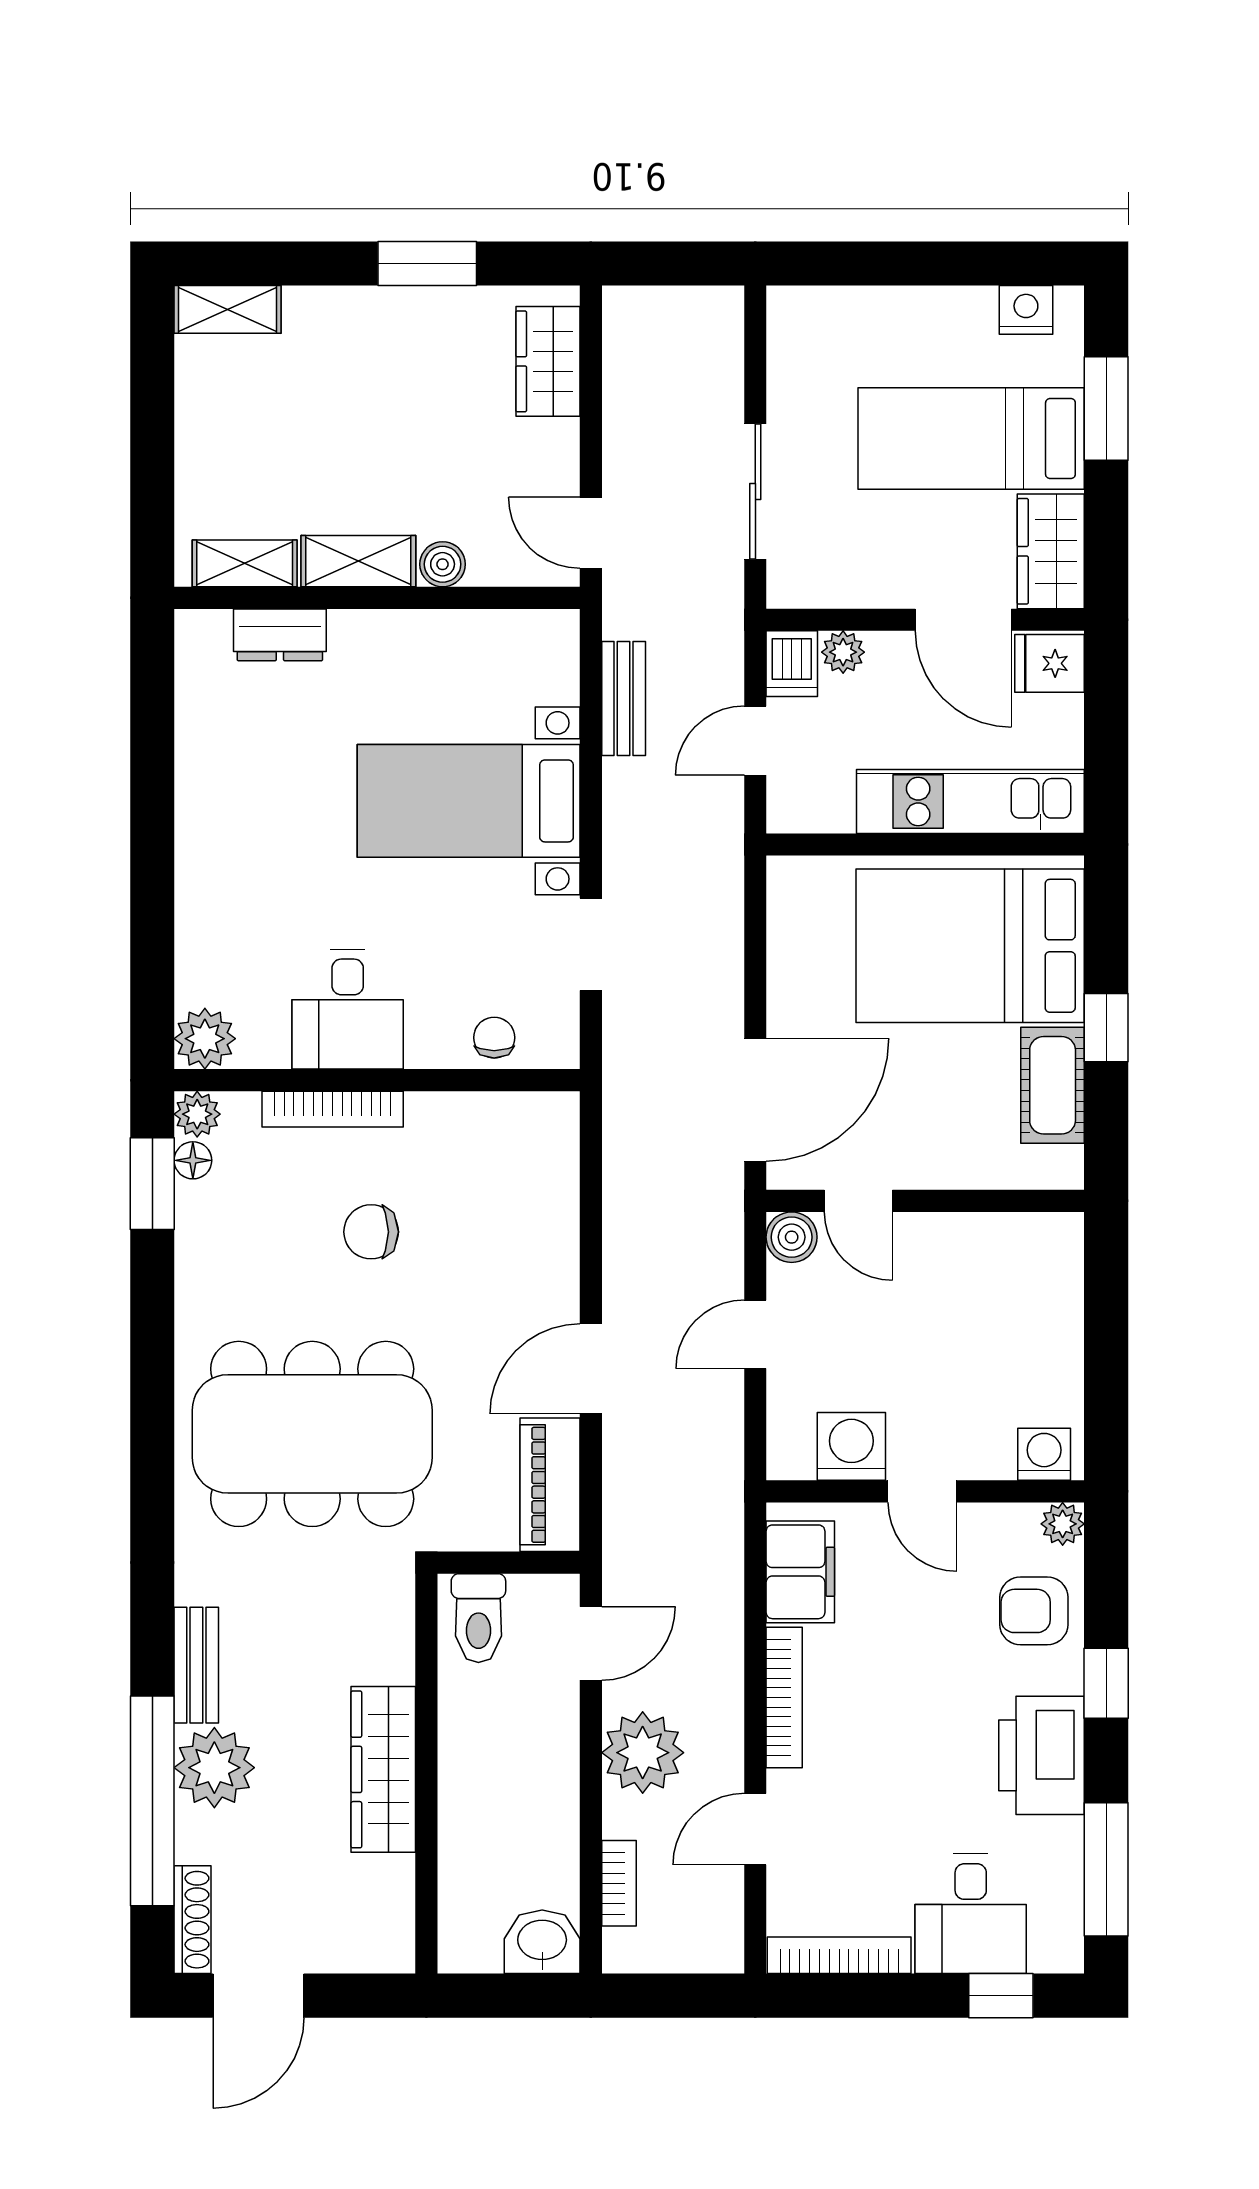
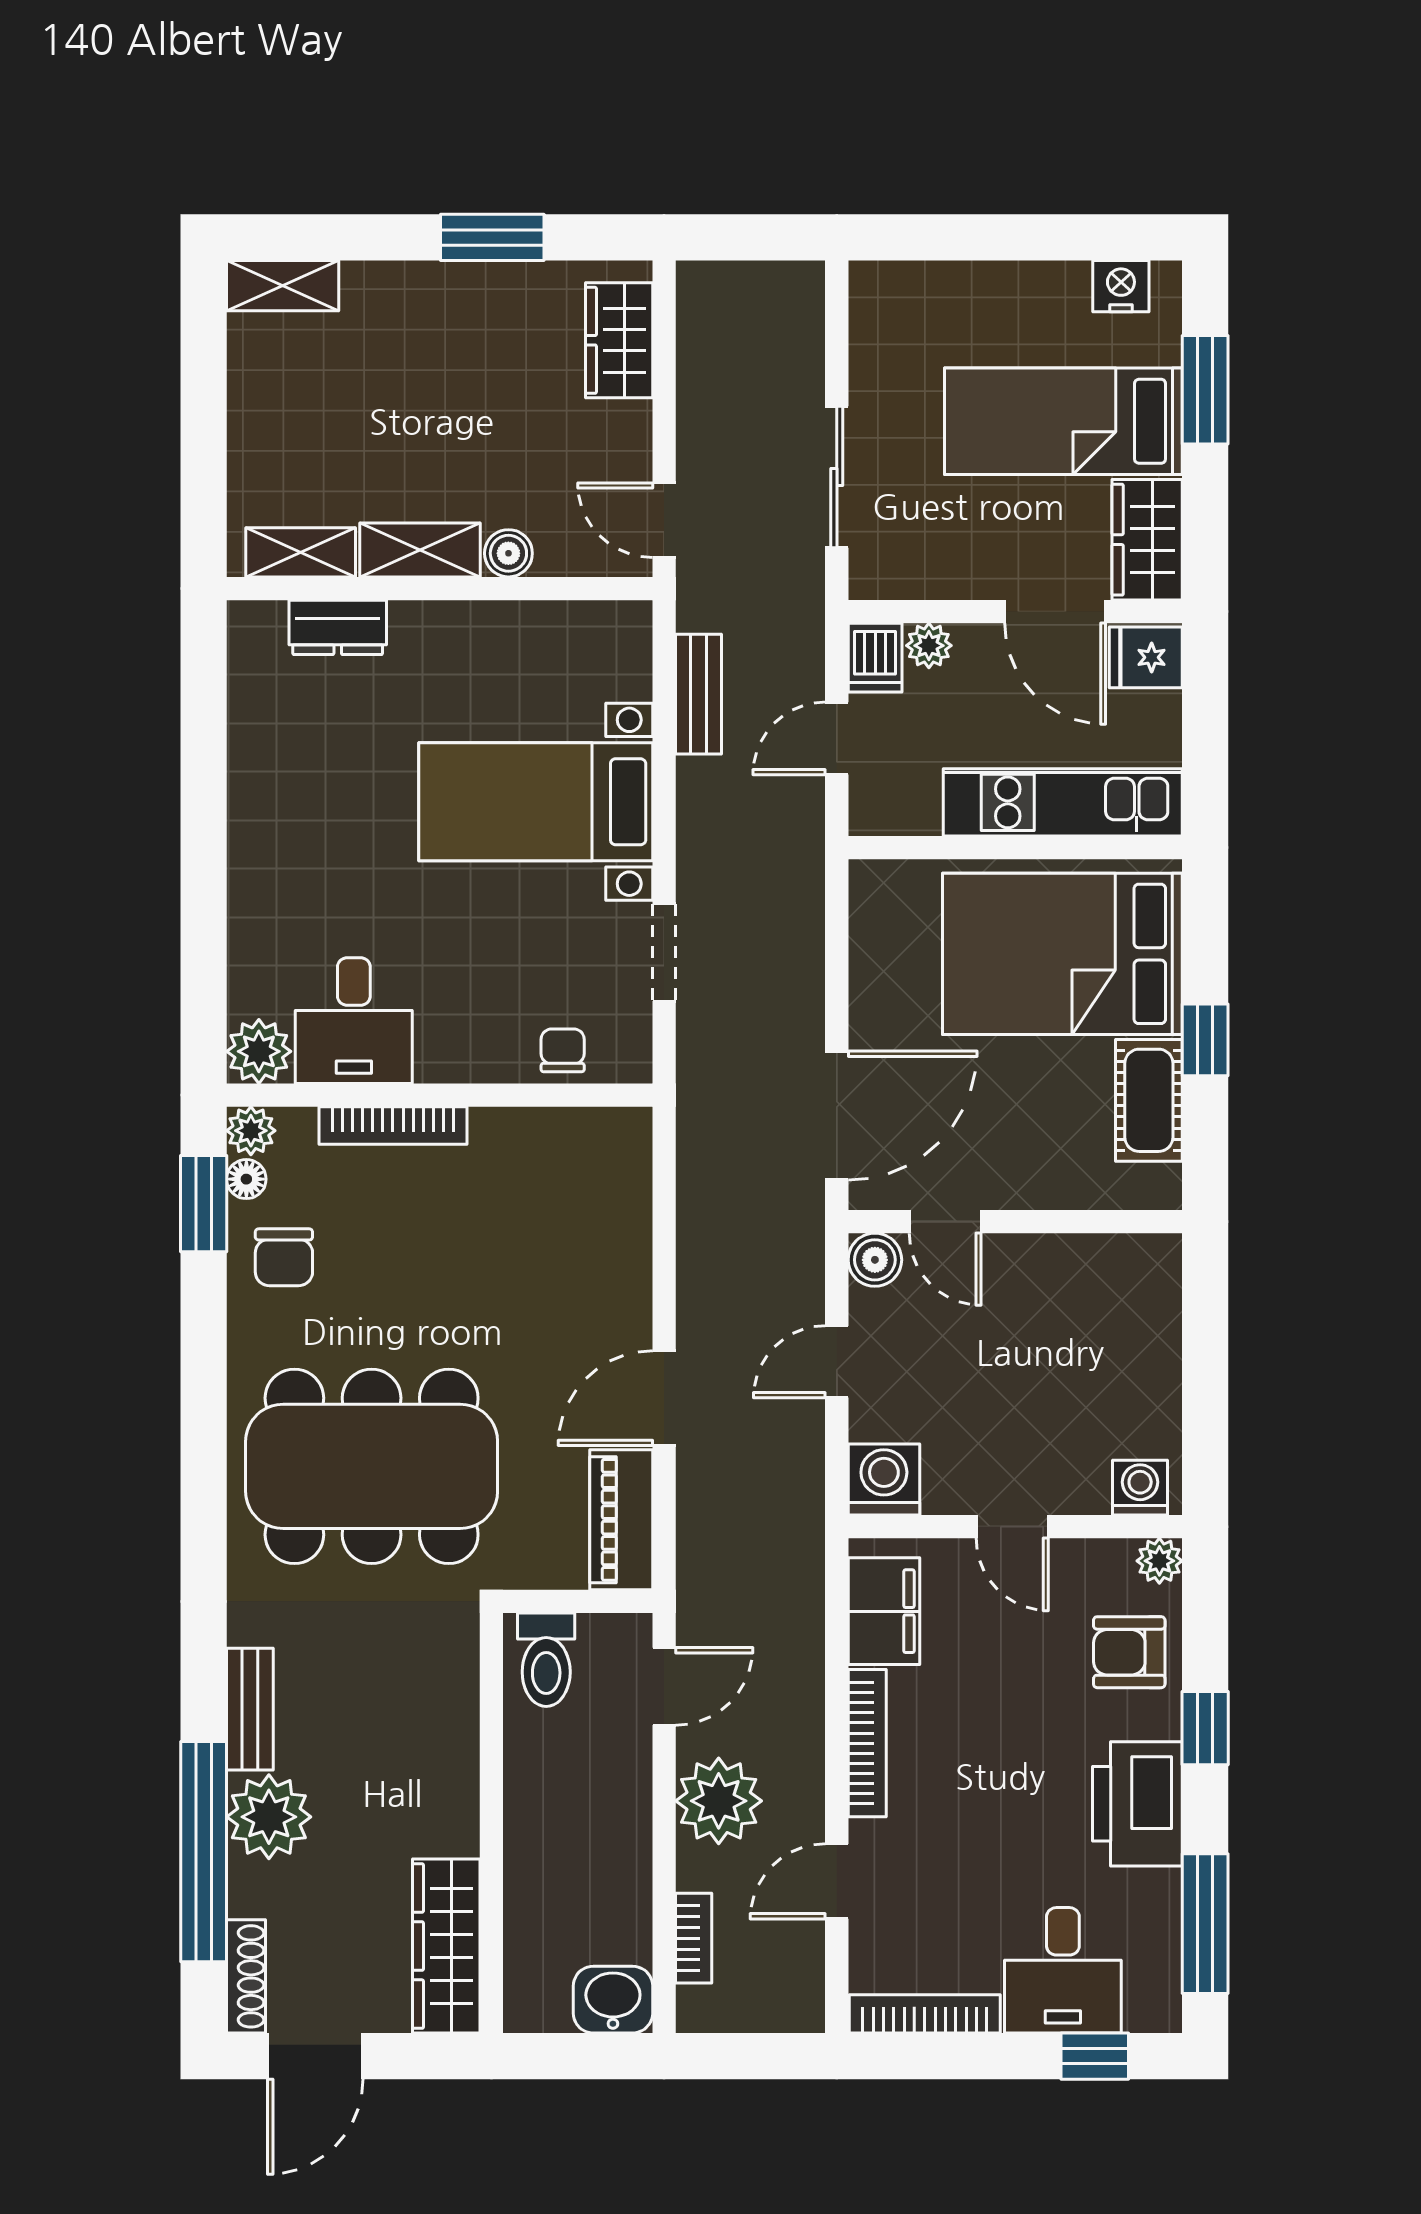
desk: (348, 1009) -> (354, 1021), moved
chair: (371, 1232) -> (284, 1257), moved, turned -90
washing machine: (851, 1446) -> (884, 1479), moved
wardrobe: (383, 1769) -> (446, 1946), moved

